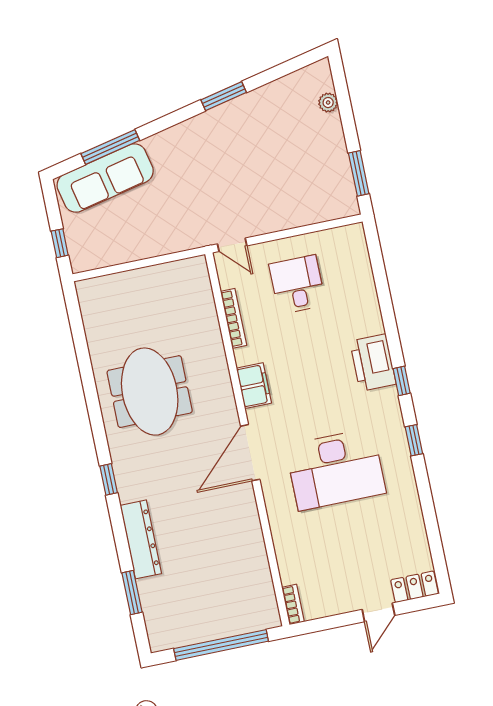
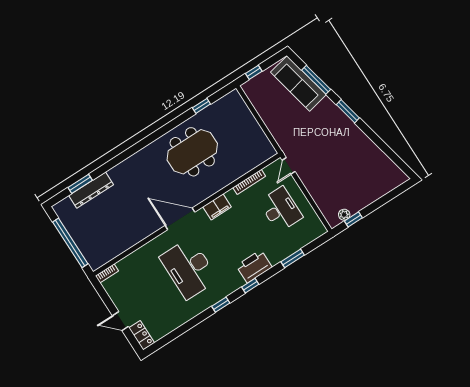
window: (224, 96) -> (348, 111), moved
plant: (328, 103) -> (344, 215), moved
window: (359, 173) -> (353, 219), width x0.67
desk: (297, 285) -> (281, 209), width x1.37
window: (384, 296) -> (293, 258), added
window: (109, 479) -> (201, 106), moved
dresser: (141, 539) -> (91, 190), moved

